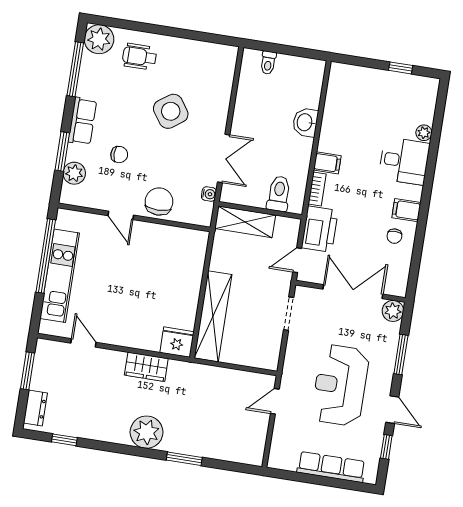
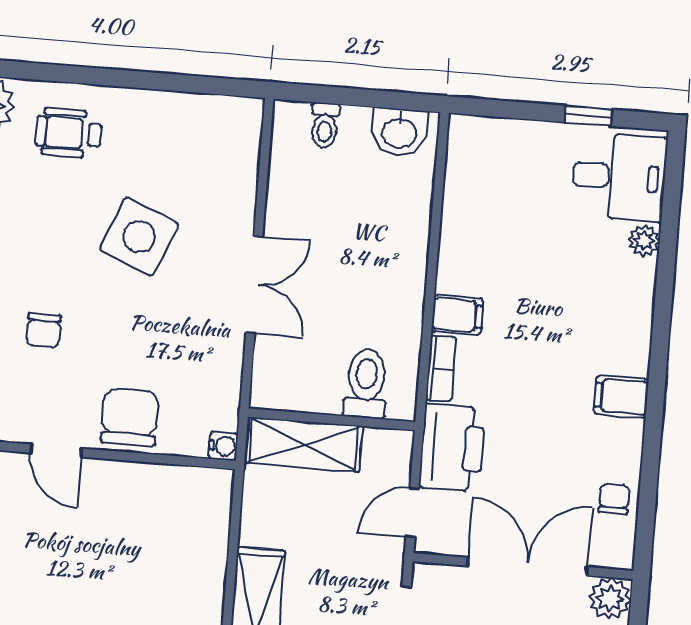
side table: (171, 111) -> (139, 237), turned -32
washbasin: (305, 122) -> (399, 132), moved, turned -90
chair: (119, 155) -> (44, 330), turned 90
double door: (224, 158) -> (254, 285), moved
desk: (404, 161) -> (619, 177), moved
water cooler: (209, 194) -> (223, 446), moved
chair: (394, 236) -> (614, 499), moved, turned 180

